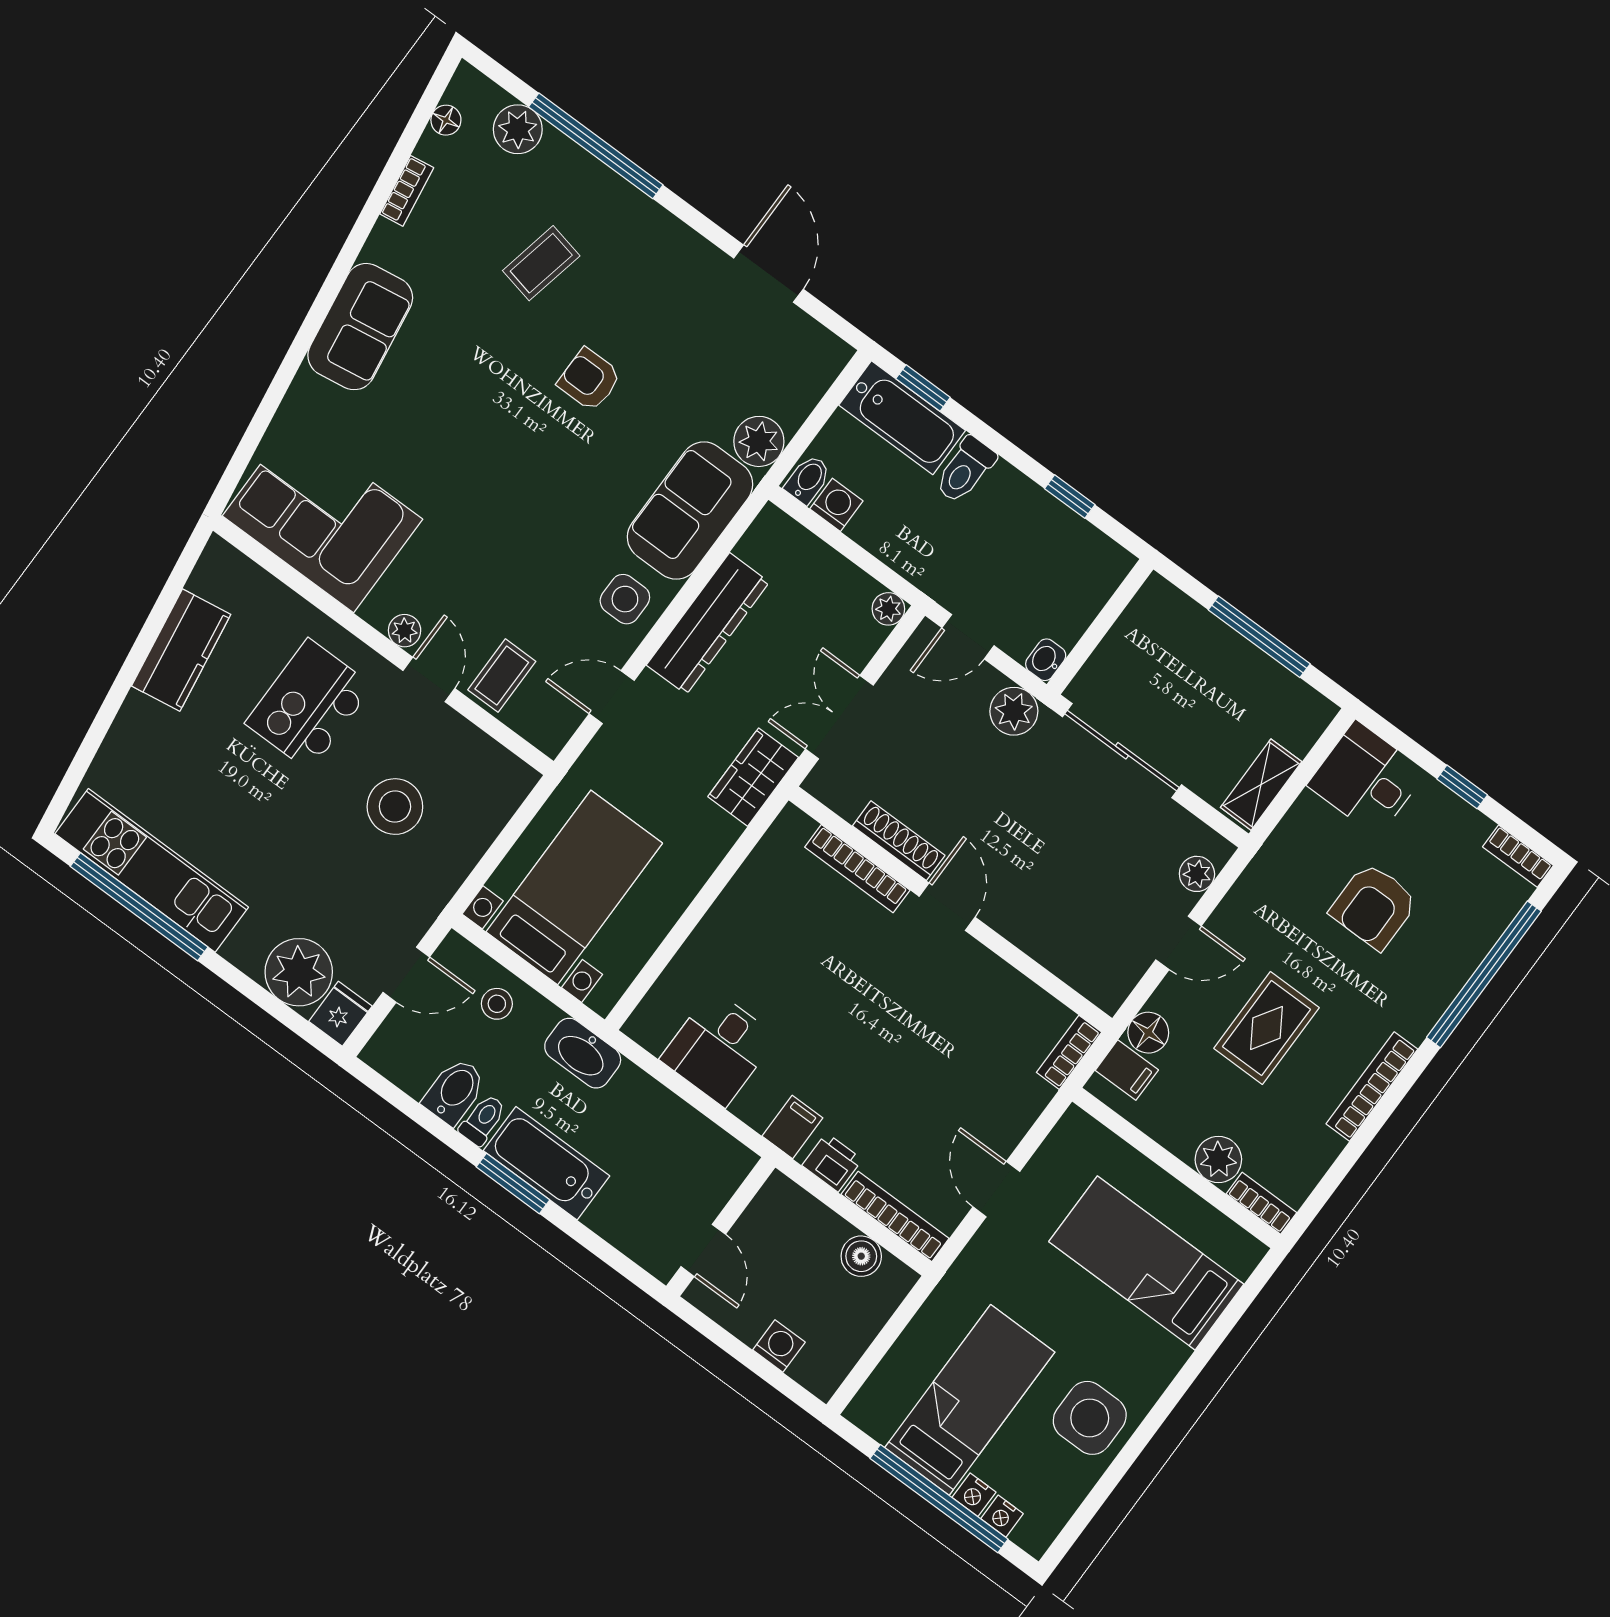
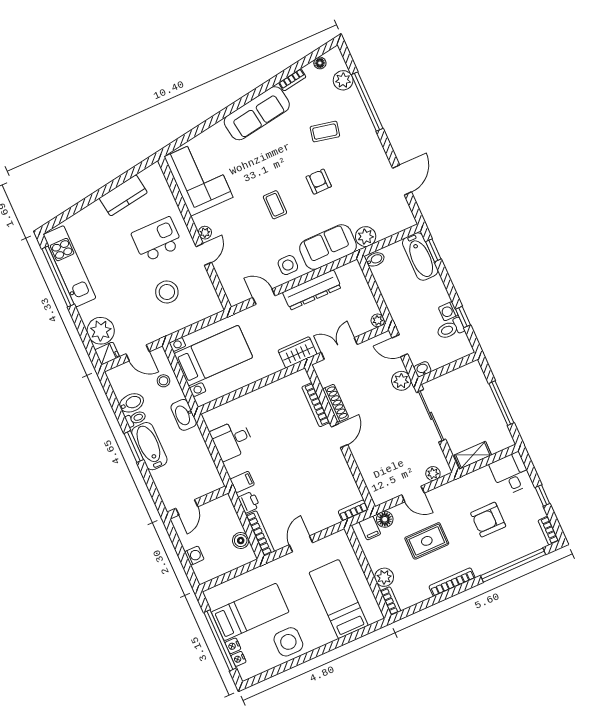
sofa: (360, 327) -> (257, 113), width x1.36
toilet: (965, 470) -> (450, 329), moved
washing machine: (836, 505) -> (448, 311), moved, turned 180
coffee table: (502, 676) -> (275, 205), moved, turned 90

